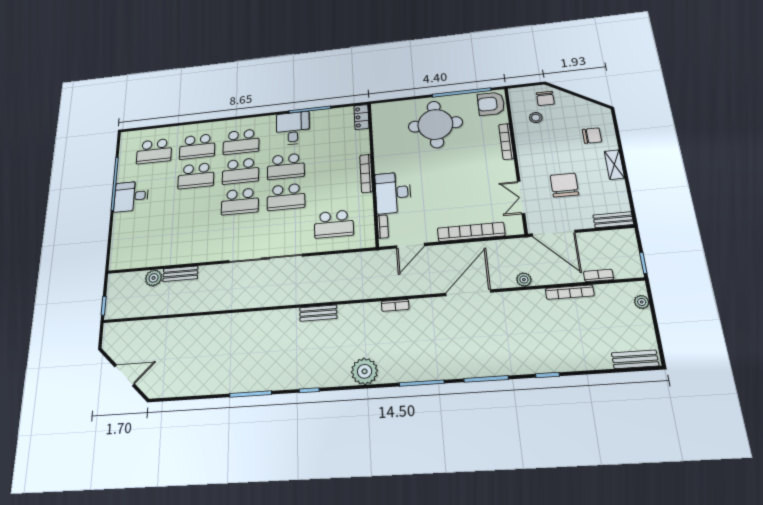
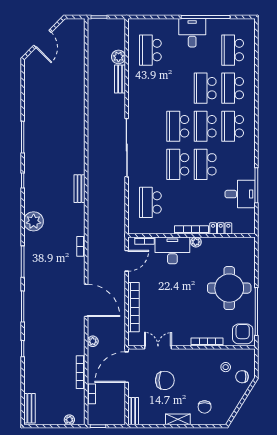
locker: (361, 117) -> (221, 228), moved
desk: (293, 128) -> (240, 194), moved
plant: (381, 167) -> (196, 242), added
school desk: (148, 241) -> (150, 50), added
door: (410, 246) -> (127, 261), swing flipped

